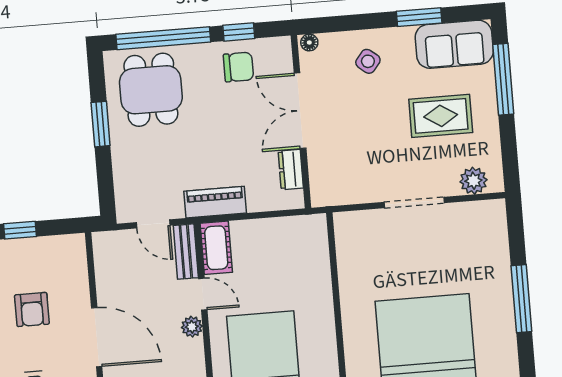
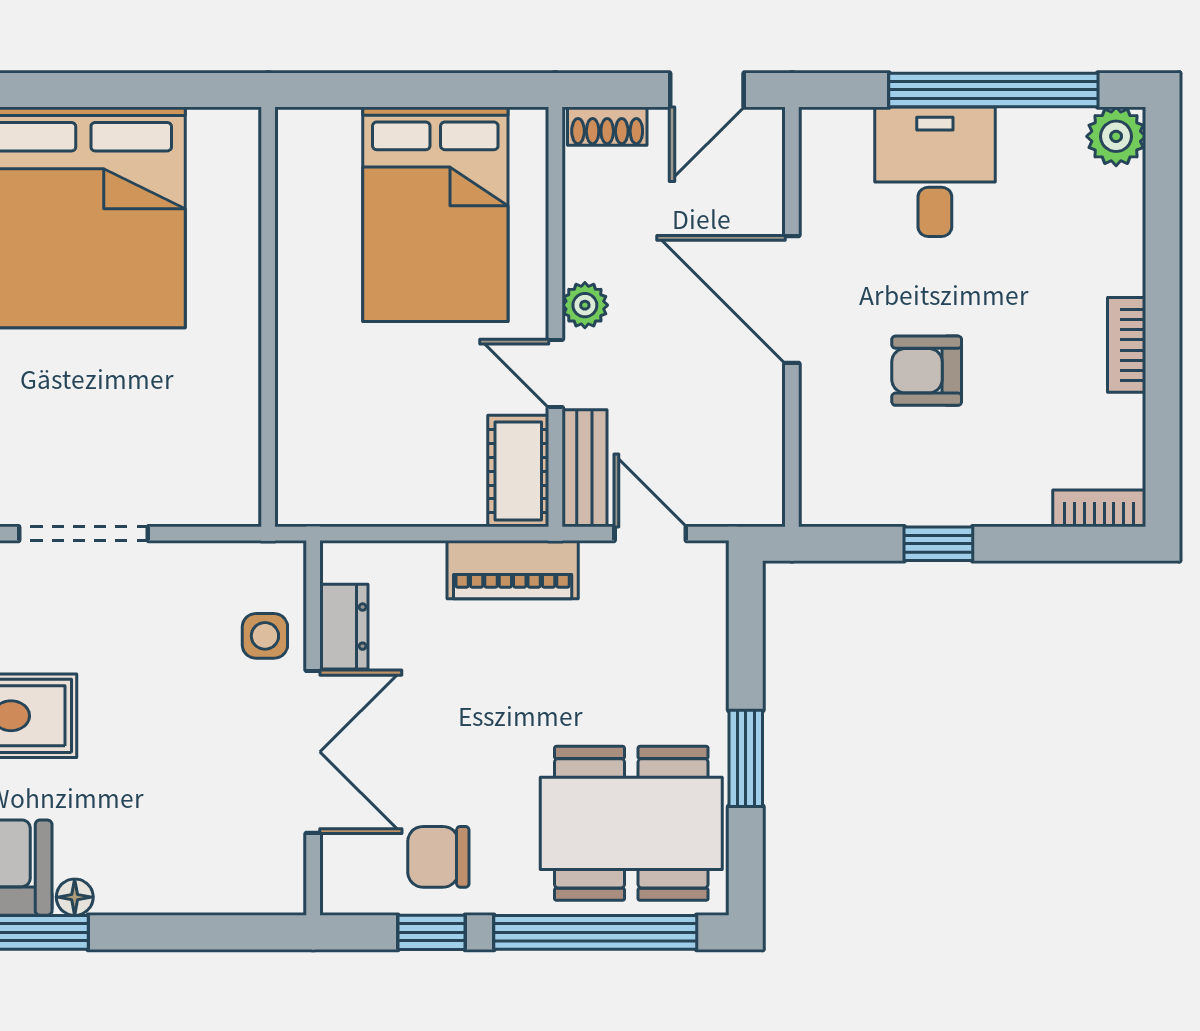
floor lamp: (309, 42) -> (75, 897), moved
side table: (368, 61) -> (265, 636), moved, turned -38
dining table: (151, 90) -> (631, 823), width x1.38
armchair: (32, 309) -> (927, 371), turned -90

